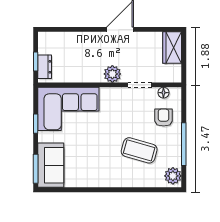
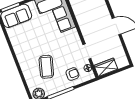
wardrobe: (172, 48) -> (106, 67), moved
plant: (112, 74) -> (87, 32), removed

